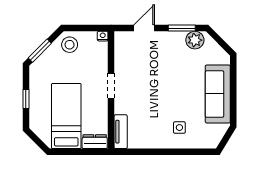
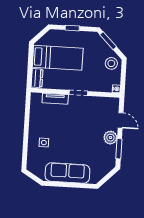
plant: (195, 40) -> (110, 138), moved
tv unit: (121, 132) -> (55, 99), moved

